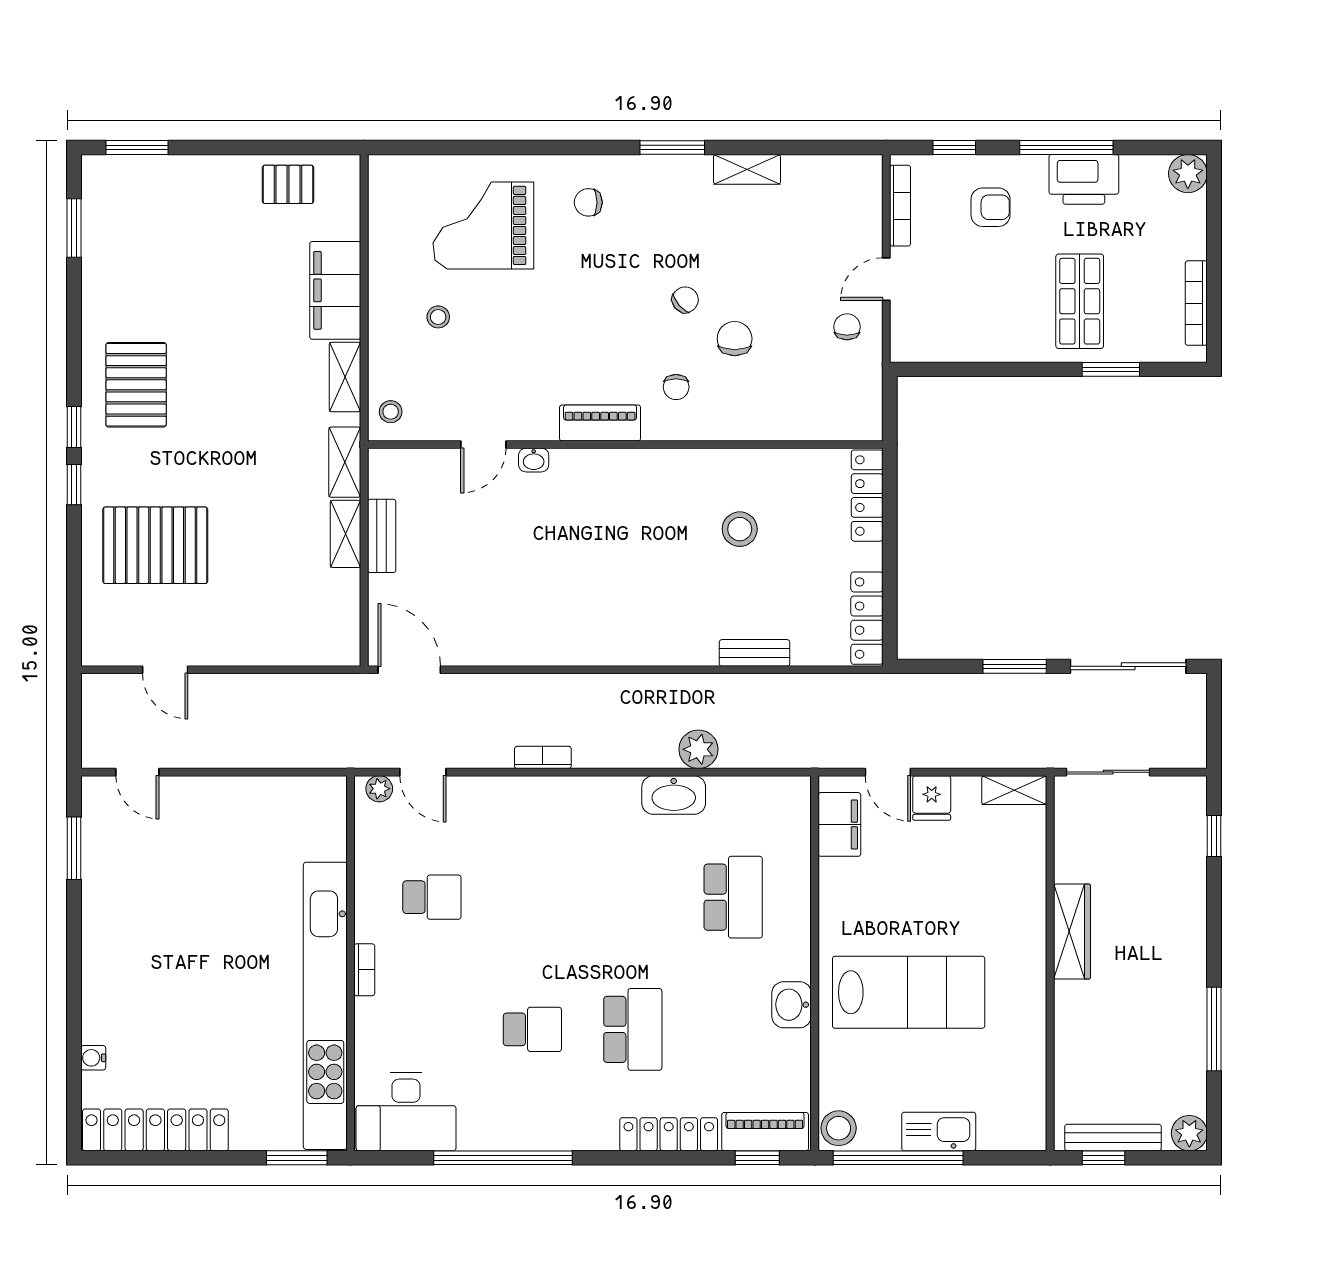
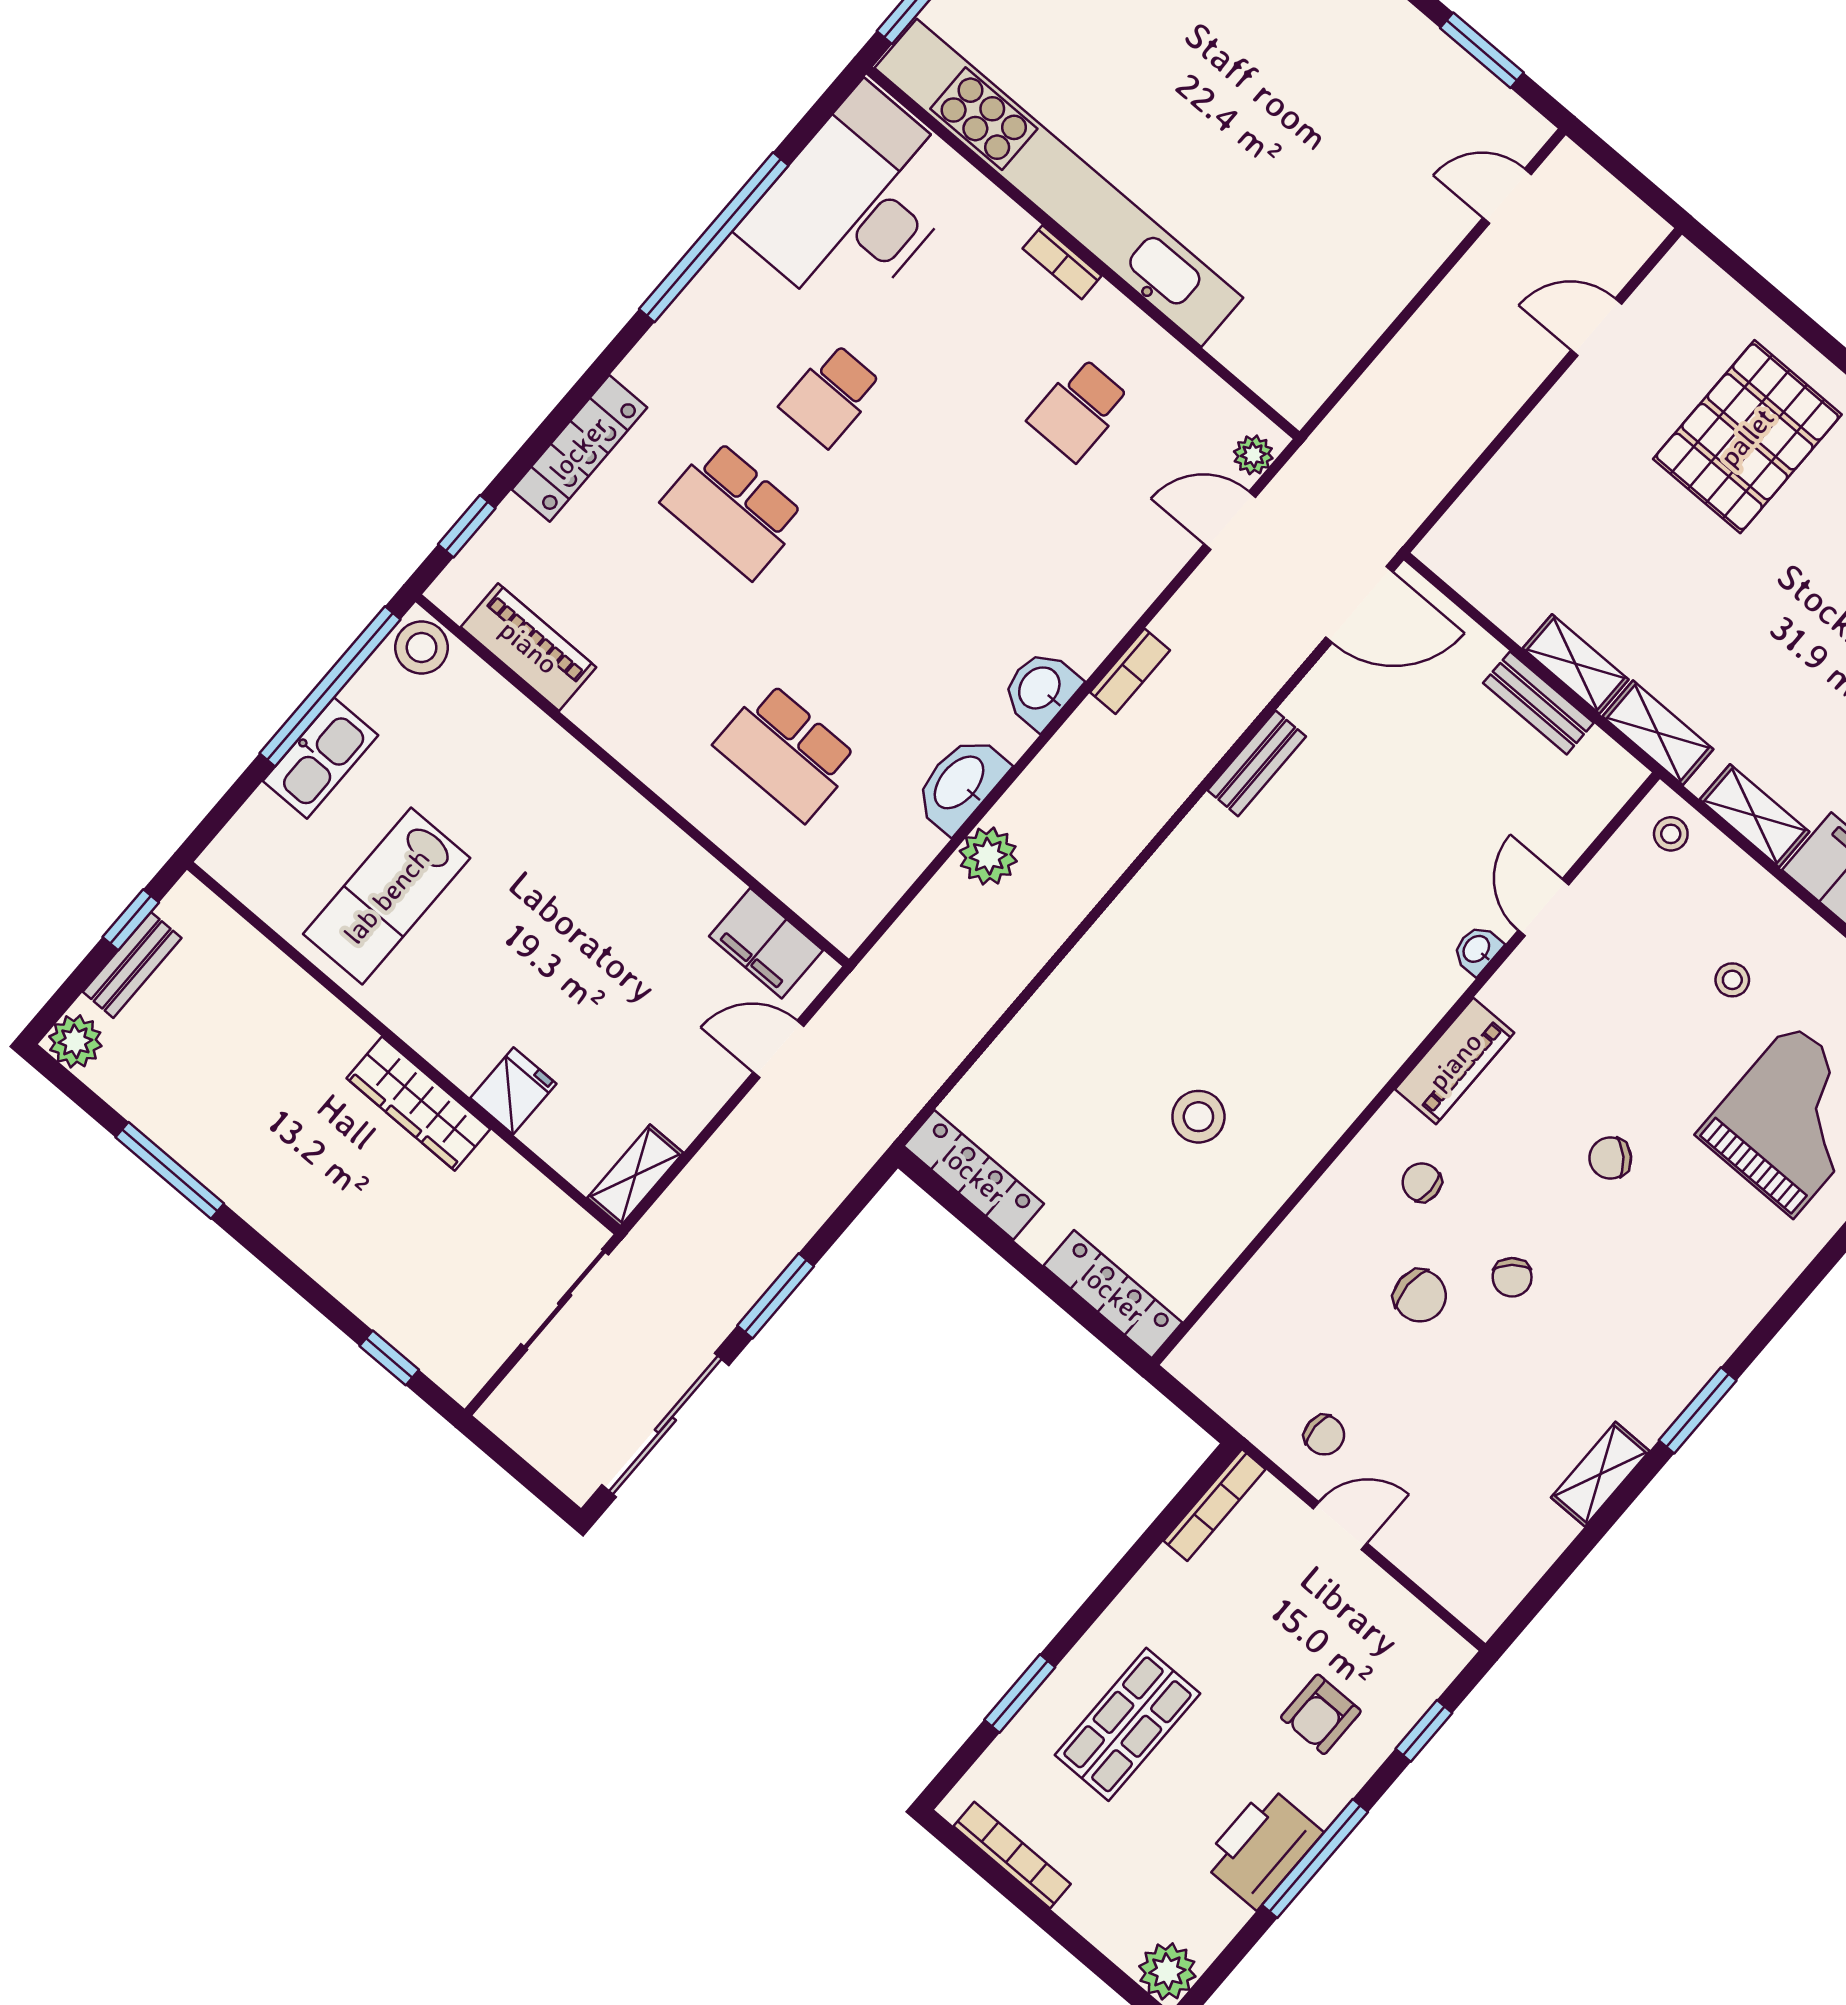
chair: (588, 202) -> (1610, 1158), moved, turned -135
bookcase: (900, 206) -> (1215, 1505), moved, turned -90
door: (886, 279) -> (1340, 1526), hinge flipped
shop shelf: (1080, 301) -> (1127, 1724), turned 90
bench: (754, 653) -> (1257, 763), moved
fridge: (932, 798) -> (513, 1091), moved, turned 90
lab bench: (909, 992) -> (387, 896), moved, width x0.73, depth x0.72
washbasin: (792, 1005) -> (1041, 689), moved, turned -90
desk: (406, 1112) -> (856, 204), width x1.36, depth x1.30
piano: (765, 1132) -> (529, 647), moved, turned -90
bench: (1113, 1138) -> (132, 965), width x0.73

